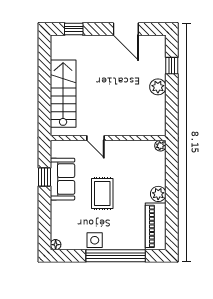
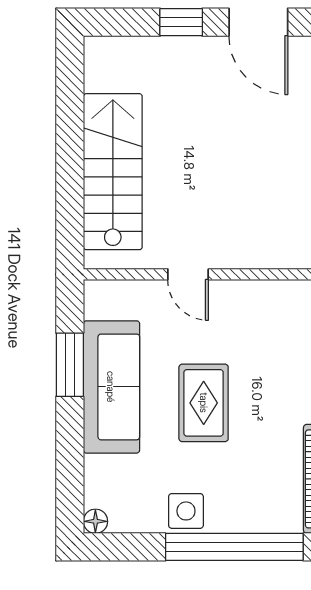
window: (74, 29) -> (181, 22), moved
window: (44, 177) -> (70, 365), width x1.50
sofa: (62, 179) -> (111, 387), width x1.36

